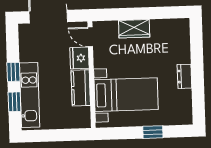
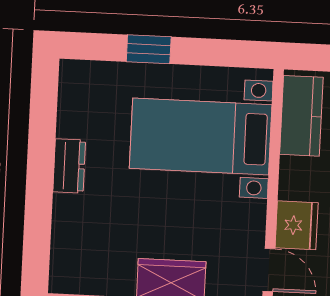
kitchen counter: (81, 88) -> (301, 116), moved

